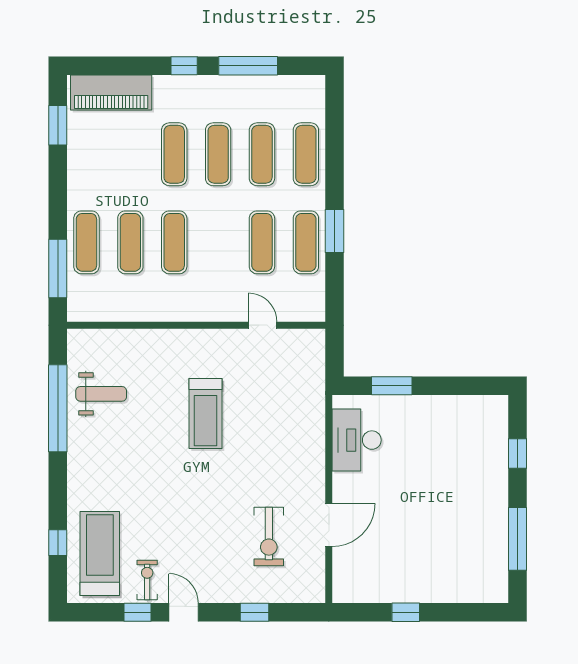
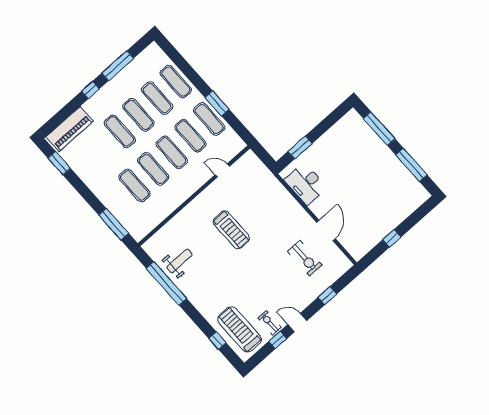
exercise mat: (86, 242) -> (172, 152), moved
window: (517, 454) -> (379, 129), width x2.17

